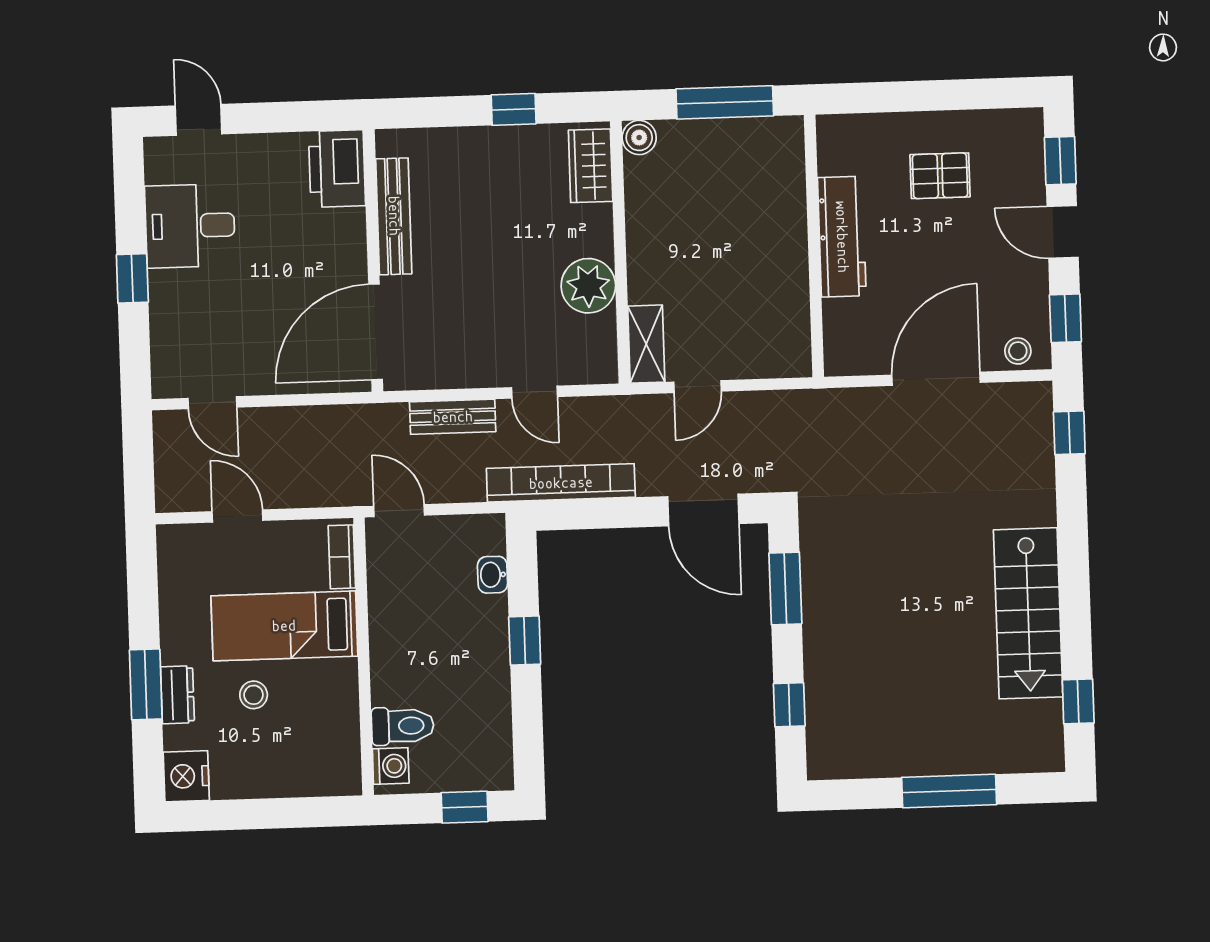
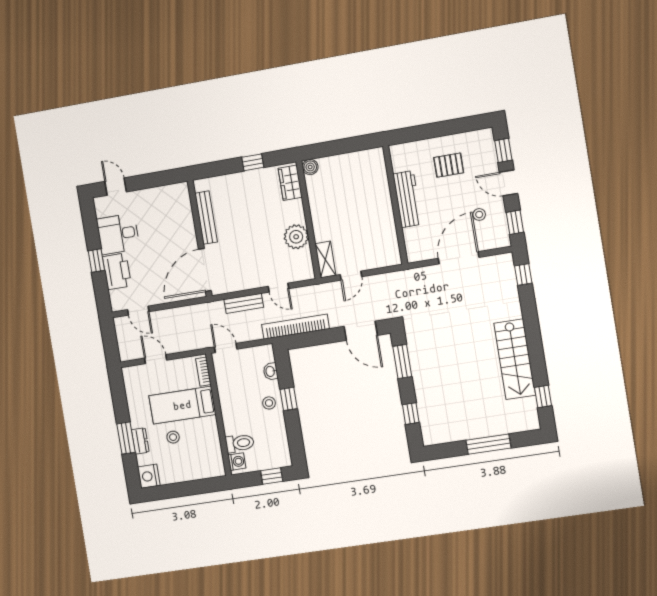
window: (725, 102) -> (347, 146), removed
printer: (337, 169) -> (117, 271), moved, turned 180
stool: (1018, 351) -> (479, 214), moved
stool: (480, 644) -> (269, 403), added

